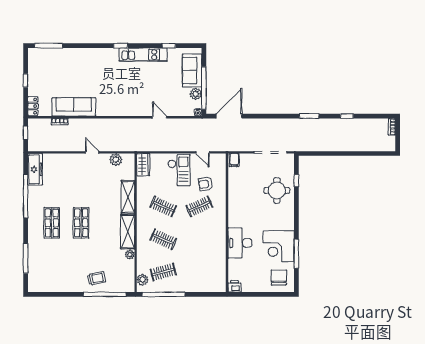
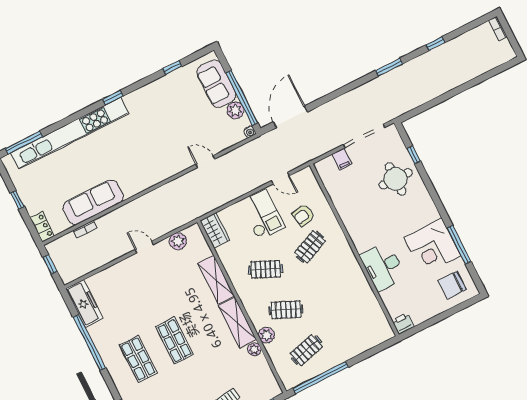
kitchen unit: (143, 55) -> (70, 133), moved, width x1.86
filing cabinet: (234, 160) -> (342, 159), moved
chair: (279, 277) -> (452, 285), turned -90
plant: (142, 280) -> (266, 335), moved

